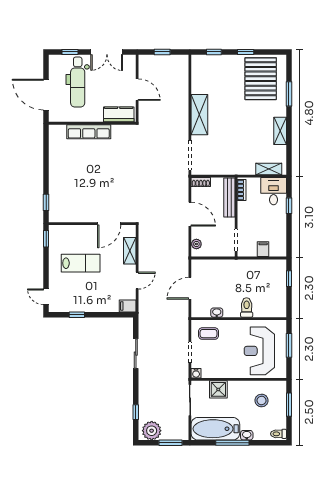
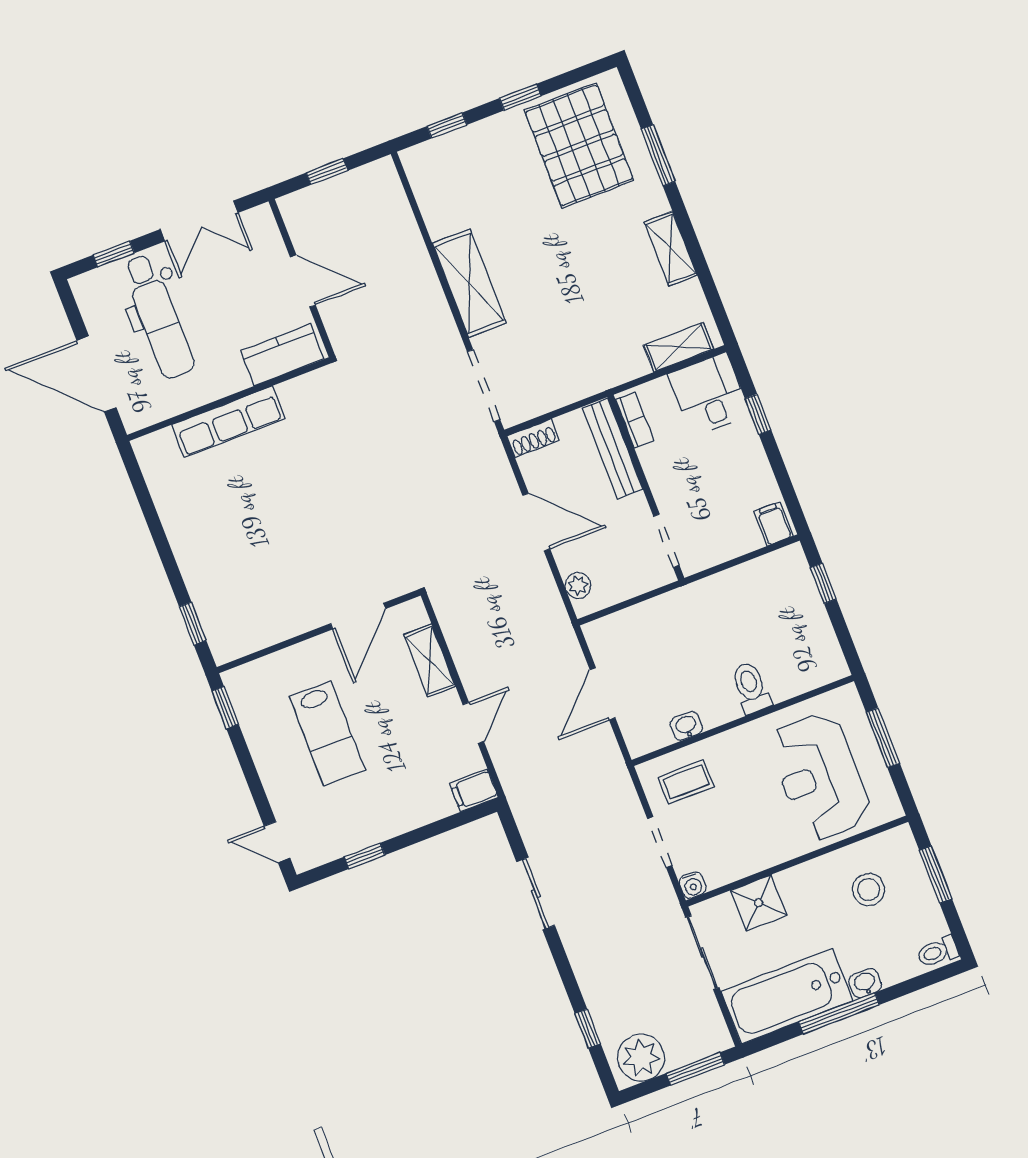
filing cabinet: (263, 249) -> (774, 524), moved
lab bench: (81, 263) -> (327, 733), turned 90

